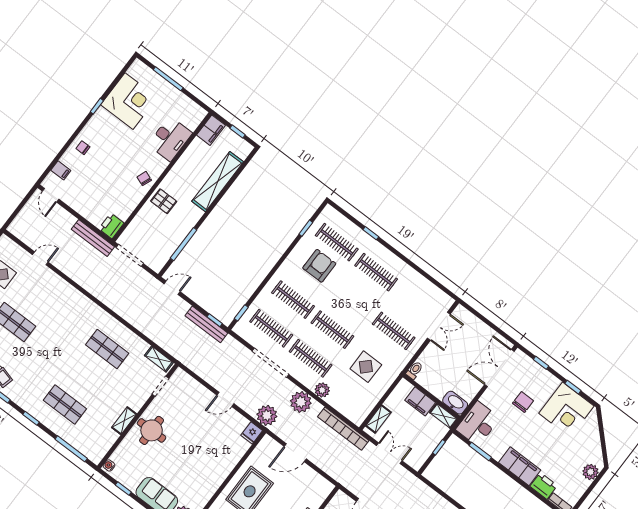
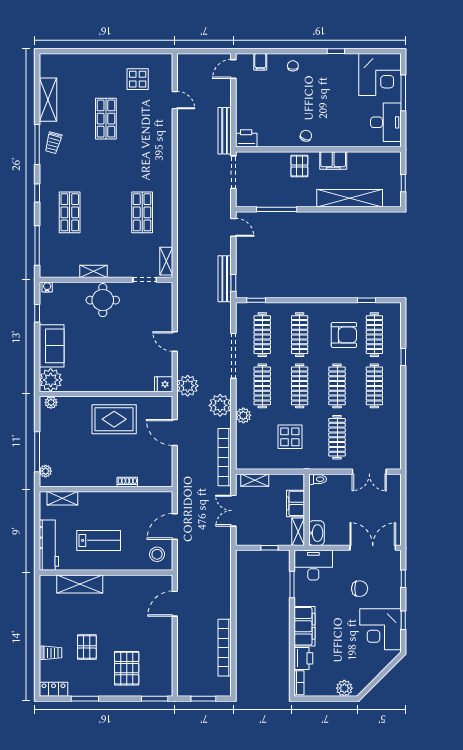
corner desk: (129, 101) -> (380, 75), moved
filing cabinet: (211, 130) -> (333, 160), moved
desk: (170, 139) -> (386, 122), moved, turned -90
clothes rail: (354, 301) -> (337, 386), added
double door: (389, 453) -> (233, 511), swing flipped

